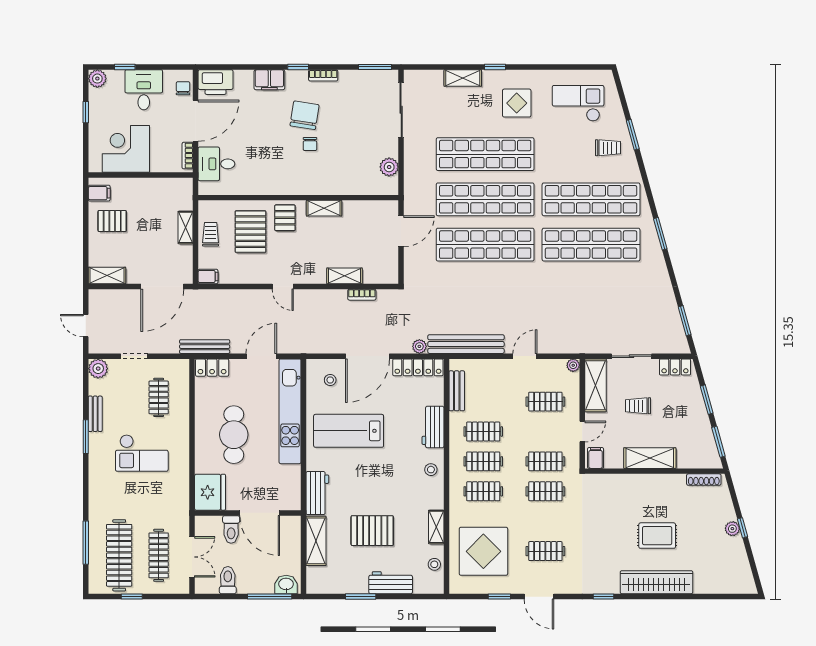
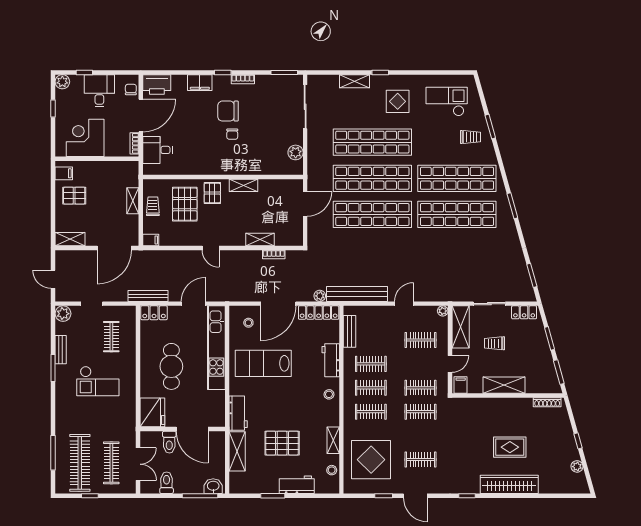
chair: (305, 115) -> (228, 111), turned -99
plant: (732, 529) -> (577, 466), moved

